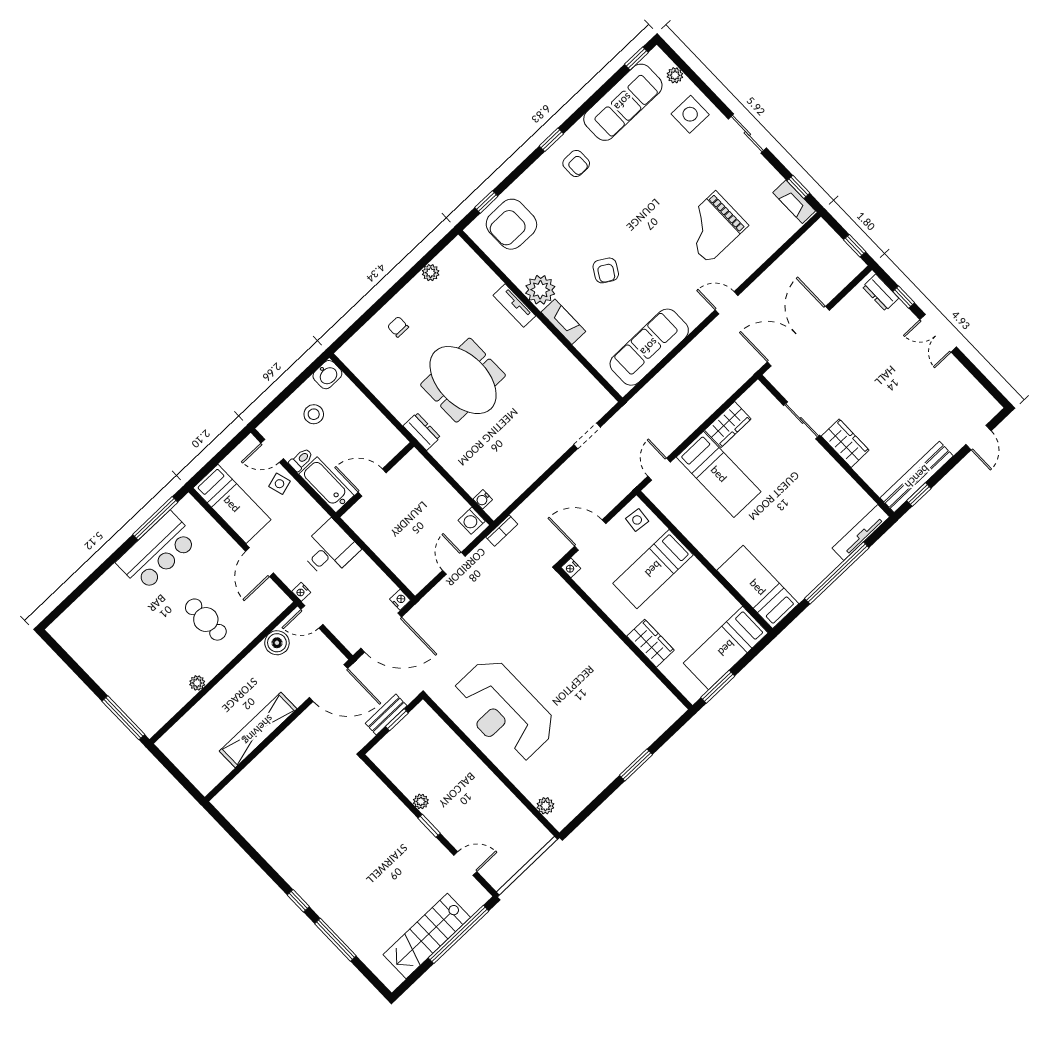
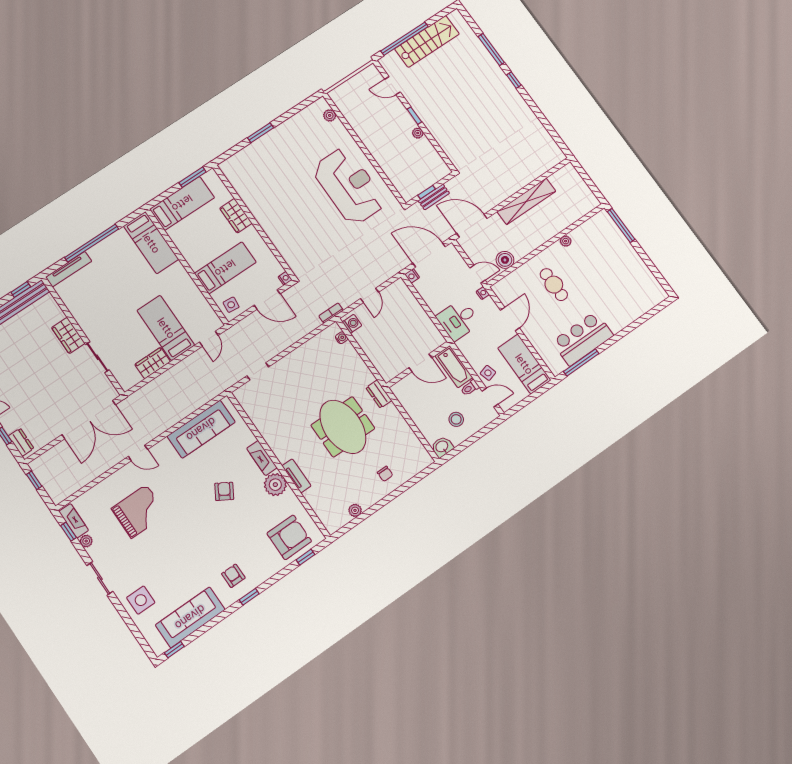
plant: (675, 75) -> (86, 541), moved

